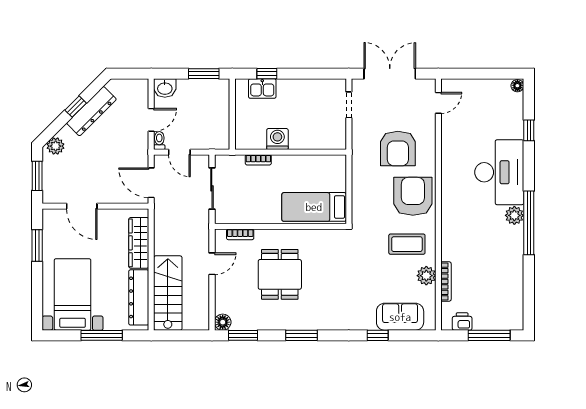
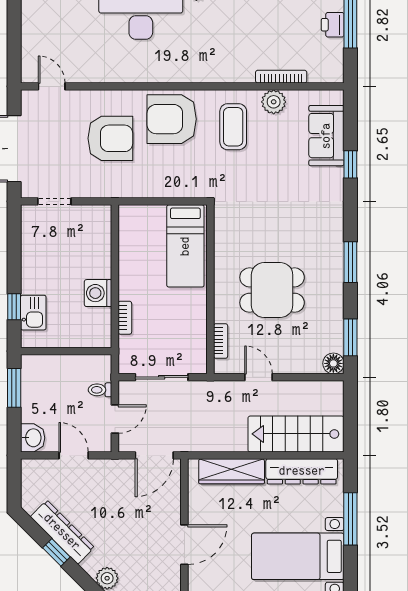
toilet: (159, 141) -> (100, 390), moved
printer: (462, 322) -> (333, 25), moved

